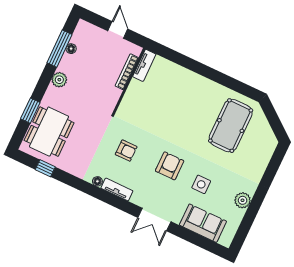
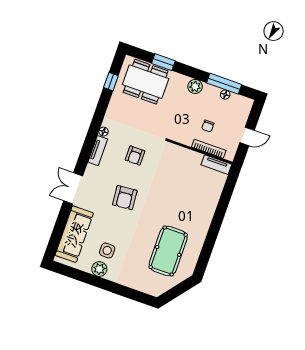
chair: (103, 70) -> (208, 126), added
pool table: (231, 126) -> (168, 251), turned 90
armchair: (170, 166) -> (125, 198), turned 85
side table: (201, 184) -> (107, 250), moved
sofa: (203, 223) -> (74, 234), width x1.36

